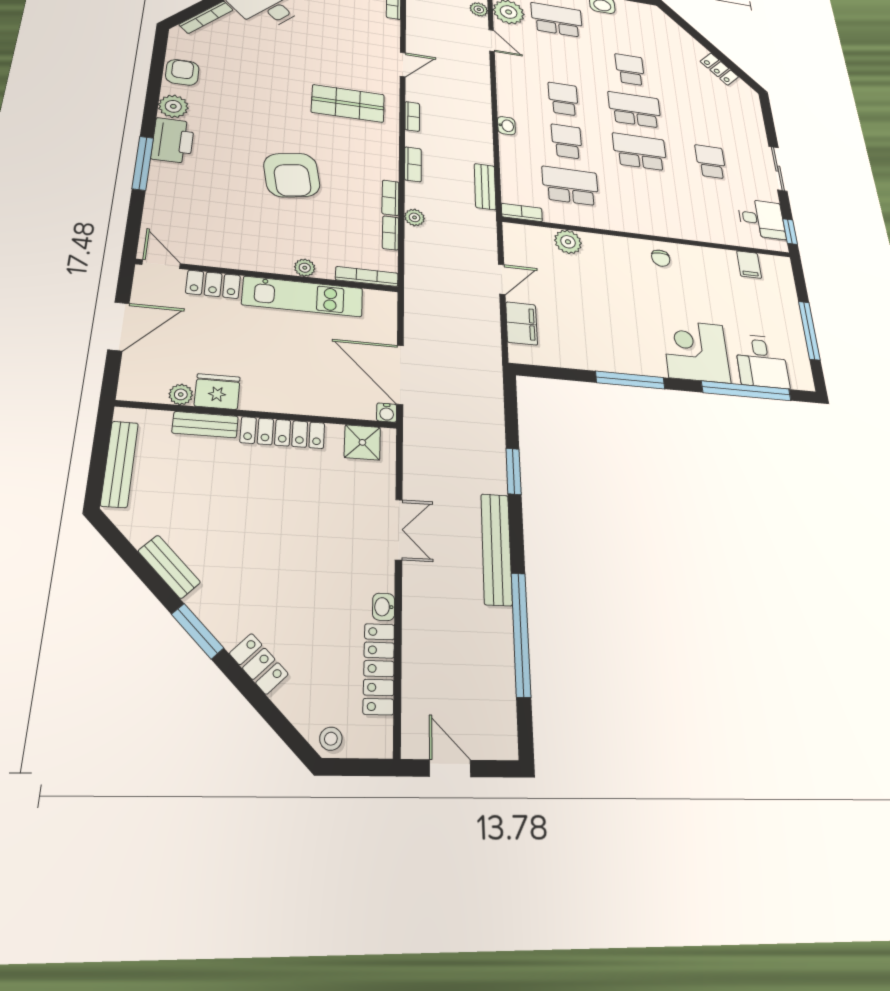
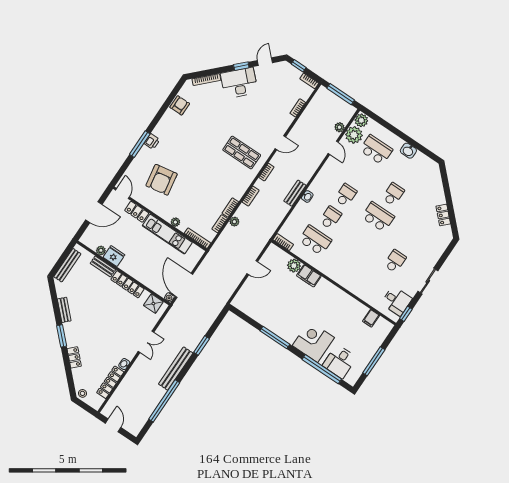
plant: (173, 106) -> (167, 121), removed
printer: (173, 141) -> (152, 141), width x0.53, depth x0.68
school desk: (640, 152) -> (363, 239), removed
armchair: (292, 175) -> (162, 180), moved
bench: (485, 187) -> (295, 193), moved
chair: (661, 258) -> (331, 294), removed
filing cabinet: (522, 323) -> (309, 276), moved, turned 90

